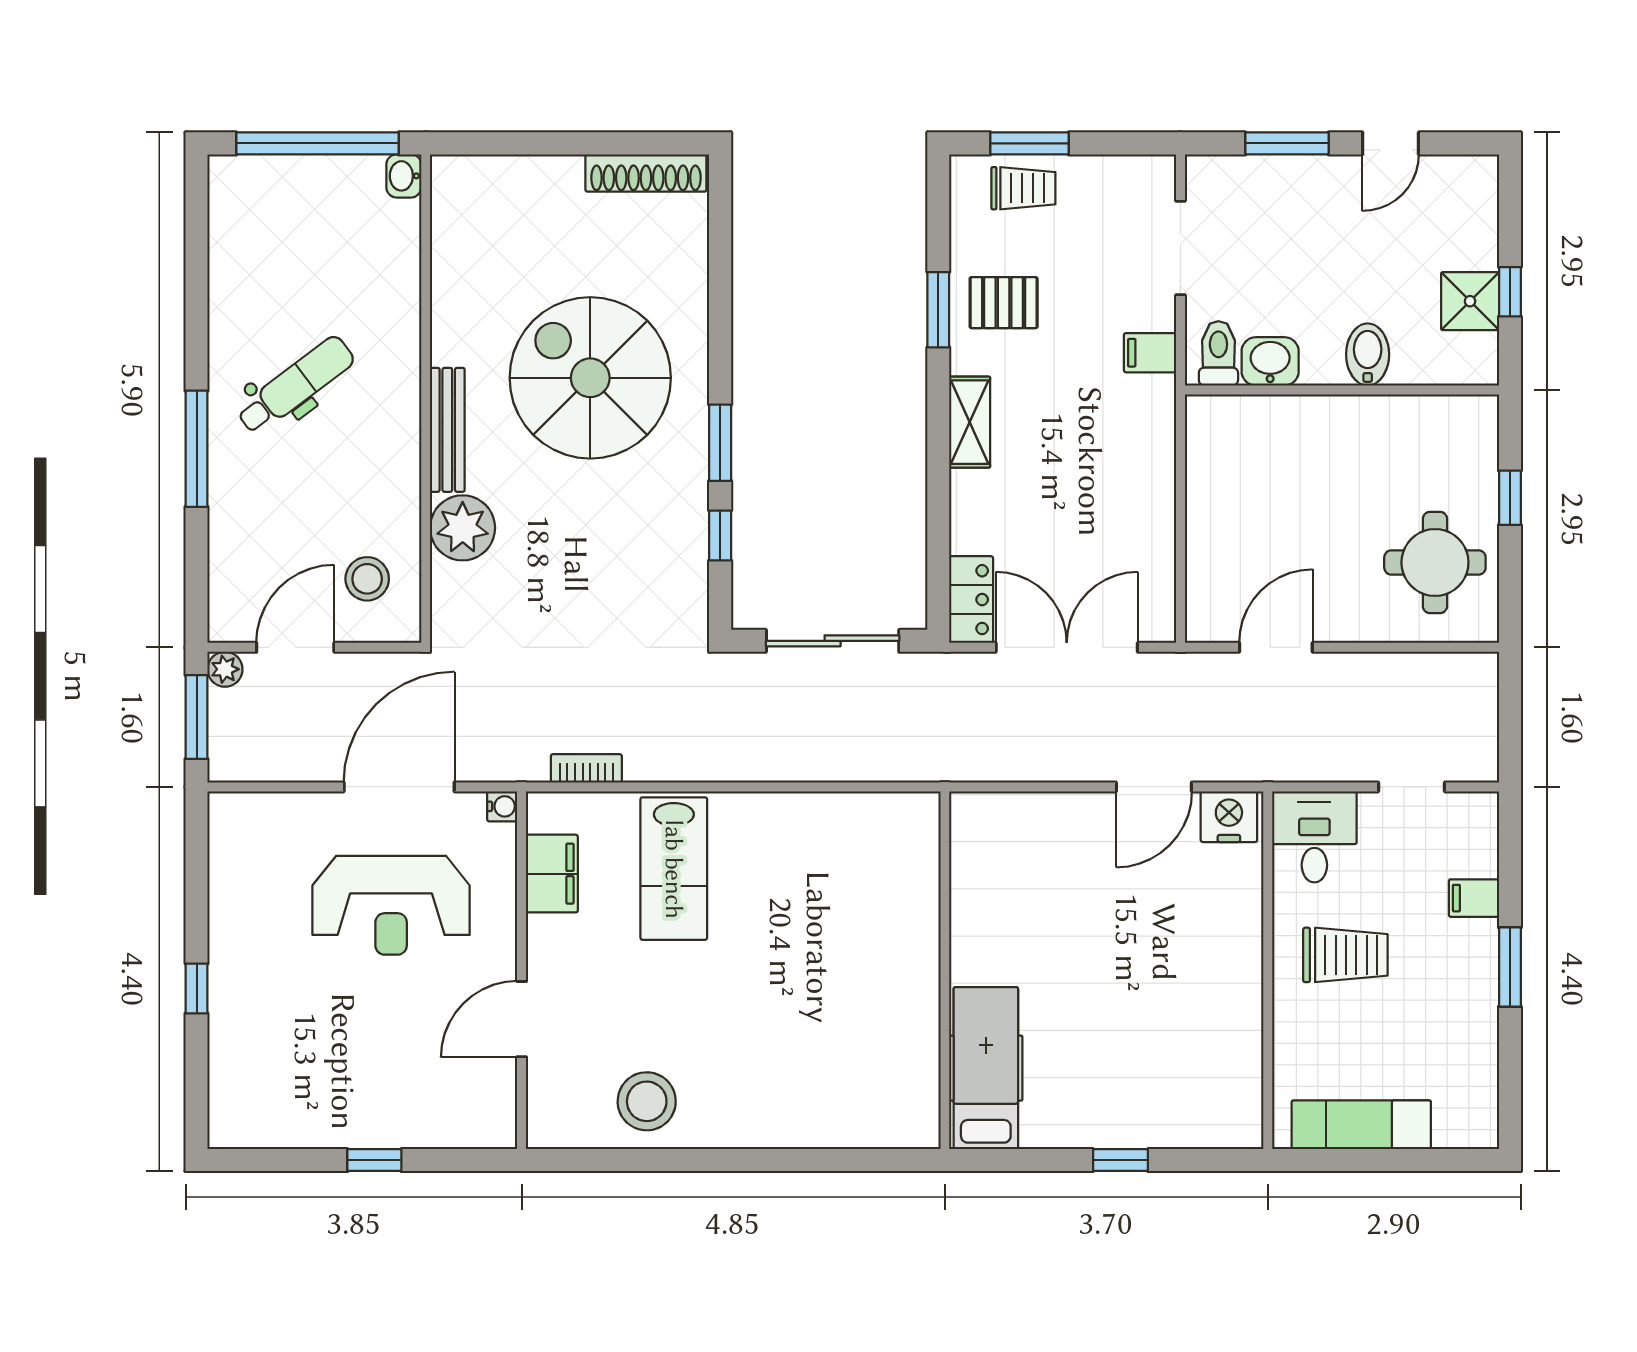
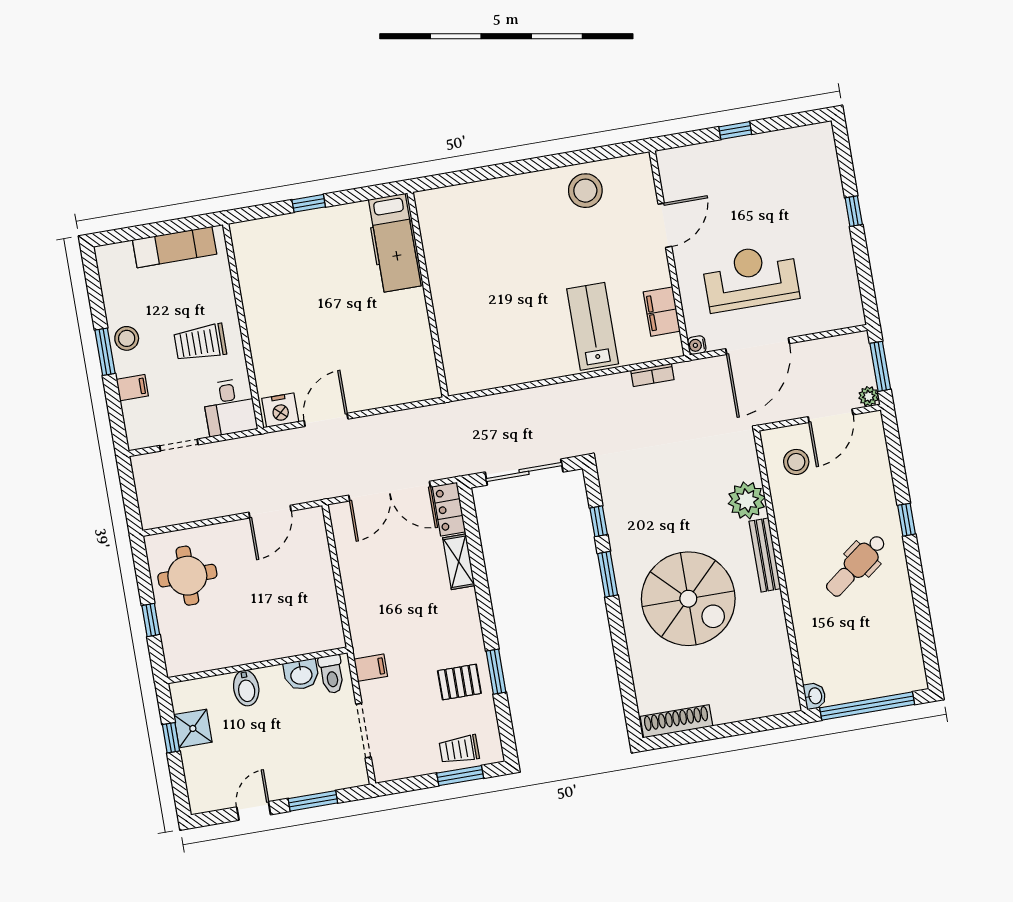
shelving: (970, 422) -> (459, 562), moved
window: (197, 449) -> (906, 520), width x0.46
stool: (1469, 983) -> (127, 338), added

